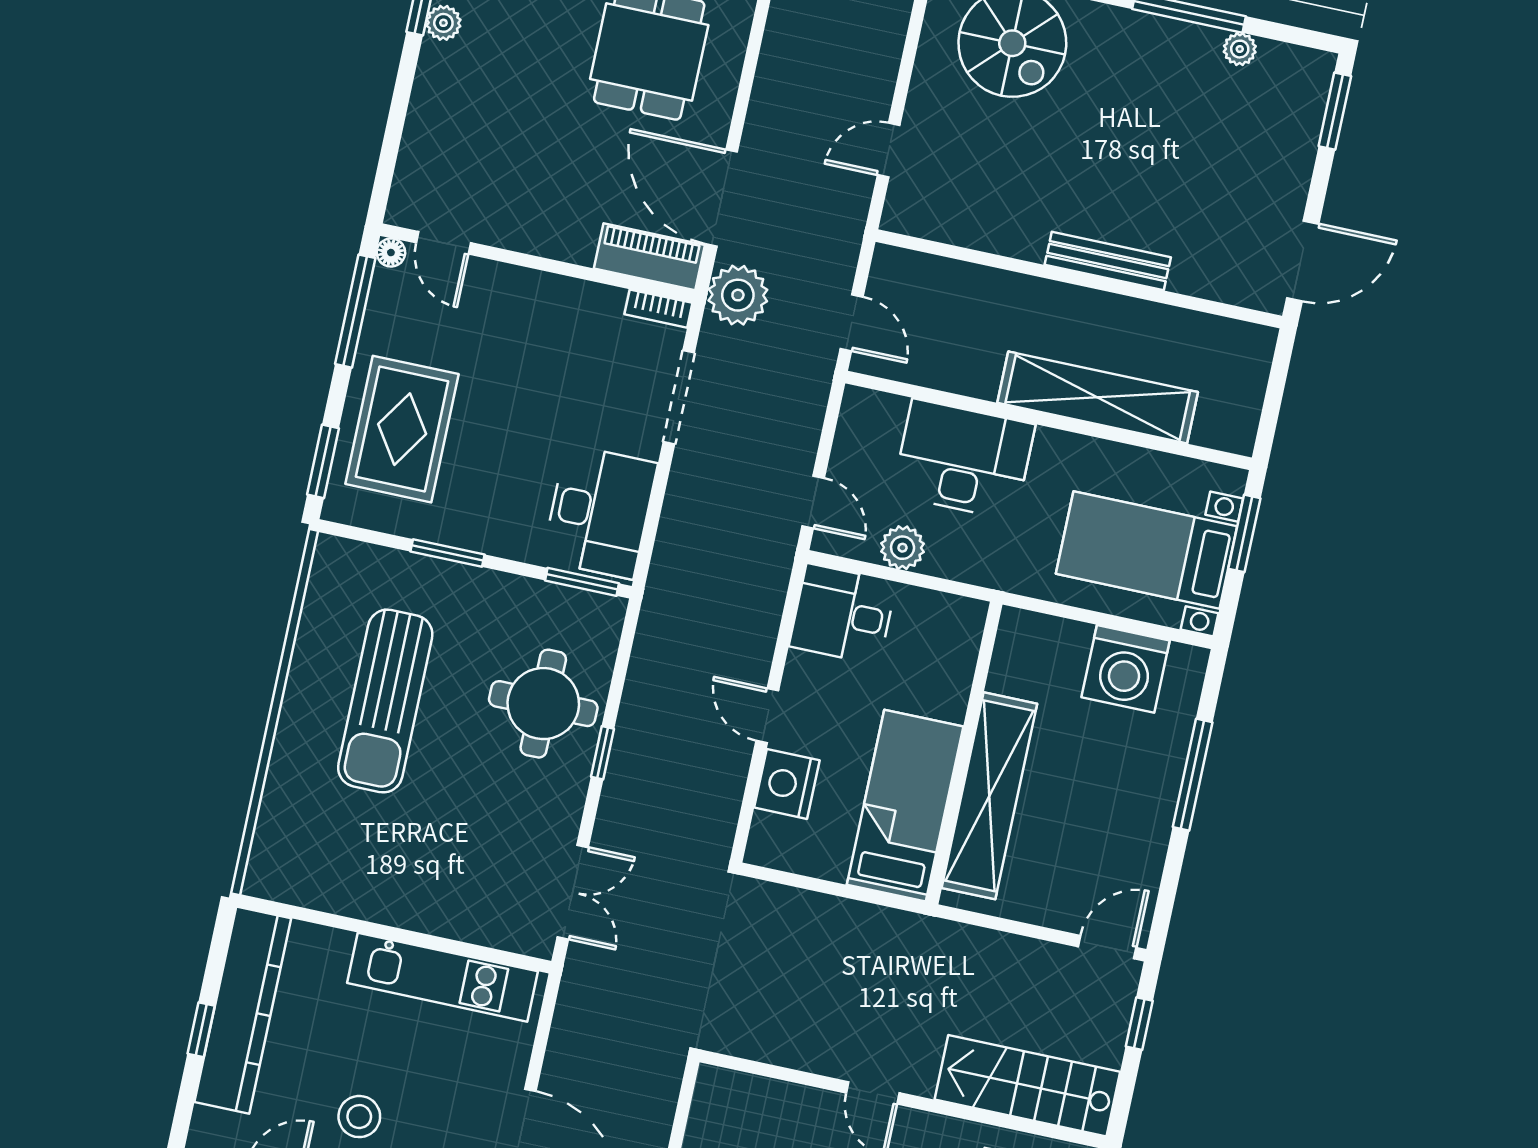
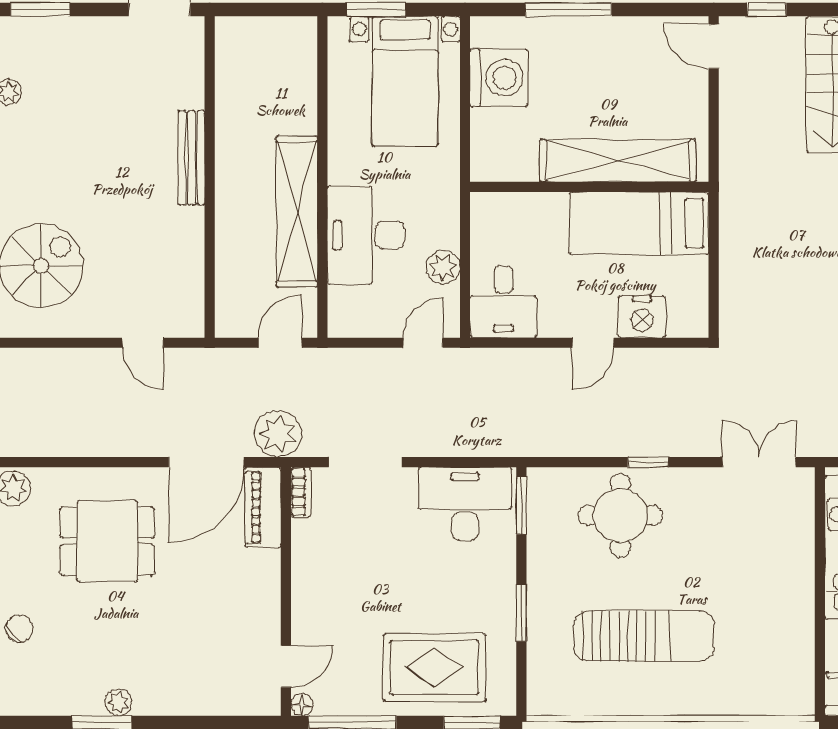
shelving: (1098, 397) -> (297, 211), moved

